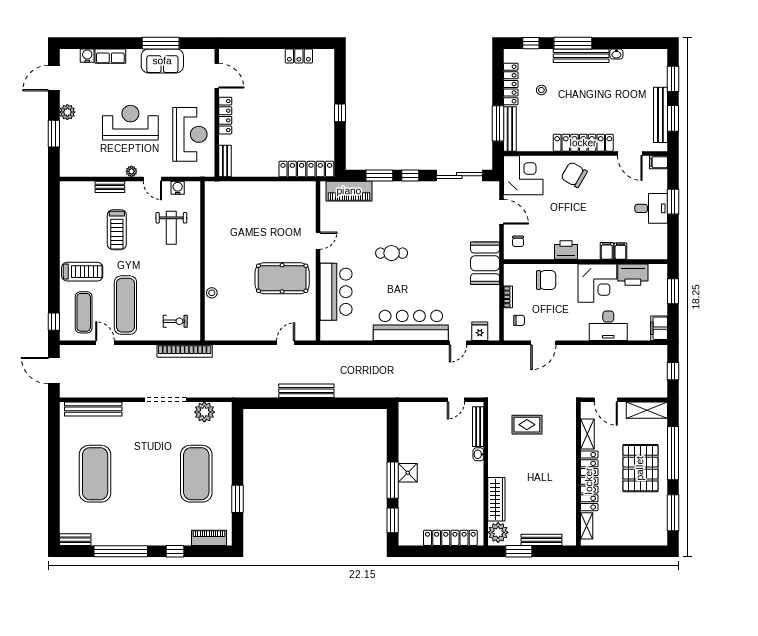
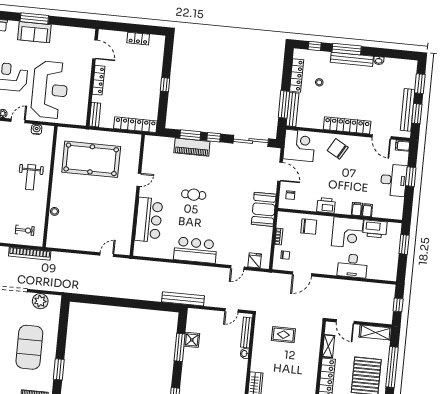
door: (217, 76) -> (95, 49), moved
wall: (217, 113) -> (92, 78), moved
locker: (225, 116) -> (99, 80), moved
reception desk: (190, 134) -> (50, 90), width x1.36, depth x1.30
bench: (225, 161) -> (95, 115), moved
door: (152, 179) -> (18, 121), swing flipped
piano: (349, 191) -> (192, 147), moved
desk: (651, 208) -> (394, 180), width x1.37
weight bench: (171, 228) -> (31, 177), moved
pool table: (282, 278) -> (91, 159), moved, width x1.36, depth x1.32
bar counter: (411, 325) -> (195, 250), width x0.73
filing cabinet: (659, 328) -> (391, 271), removed
bench: (306, 391) -> (183, 299), moved
shower: (408, 473) -> (192, 340), moved
window: (393, 480) -> (180, 347), moved

